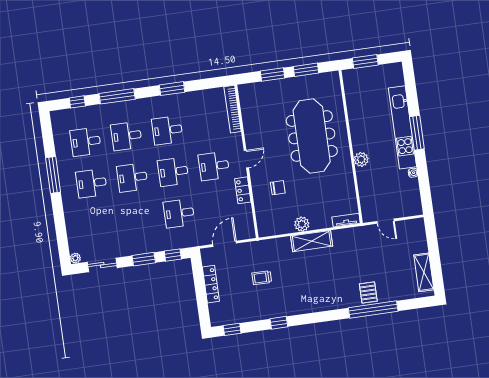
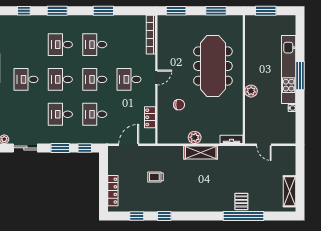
window: (273, 74) -> (176, 11), moved
window: (117, 96) -> (57, 11), width x0.69
desk: (86, 142) -> (60, 114), moved
locker: (243, 190) -> (150, 117), moved
locker: (211, 284) -> (113, 191), moved
window: (232, 329) -> (137, 216), moved

